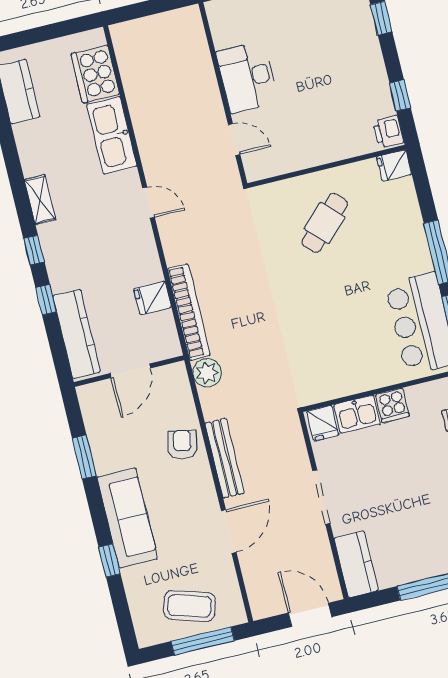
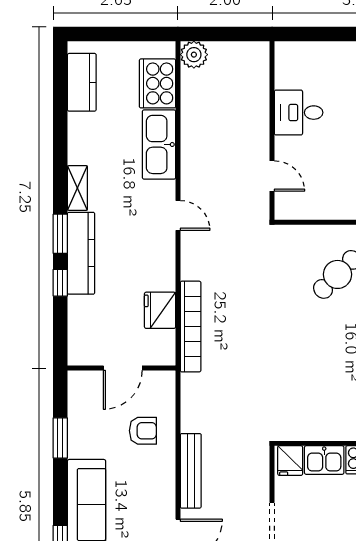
desk: (247, 77) -> (299, 113), width x0.73
window: (34, 250) -> (60, 234), width x1.50
fridge: (153, 298) -> (160, 310), width x1.38
kitchen counter: (77, 334) -> (81, 253), moved
plant: (207, 373) -> (194, 55), moved
armchair: (182, 445) -> (143, 431), moved, turned 79

